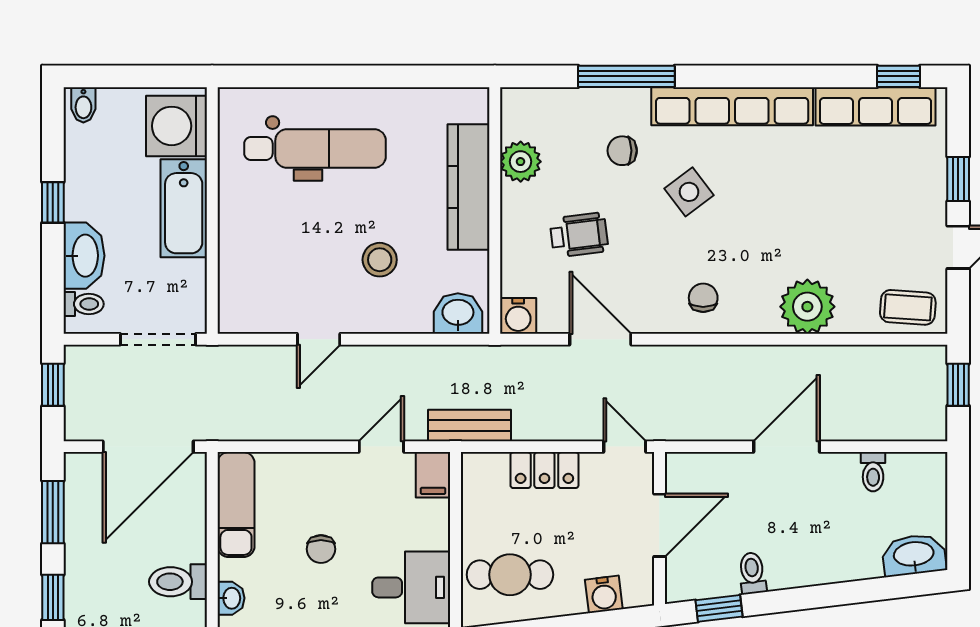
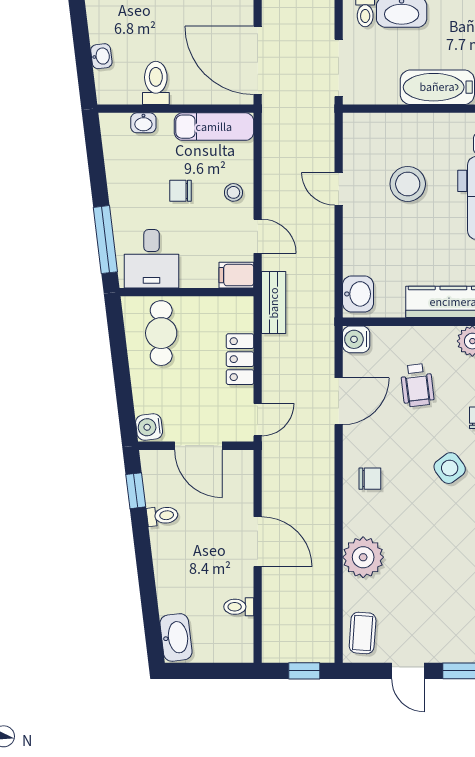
stool: (380, 260) -> (408, 184), moved, width x1.38, depth x1.38
stool: (323, 479) -> (233, 192), added
water cooler: (604, 594) -> (149, 427), moved

